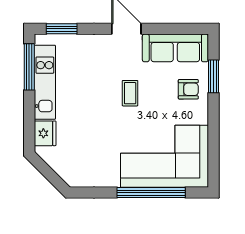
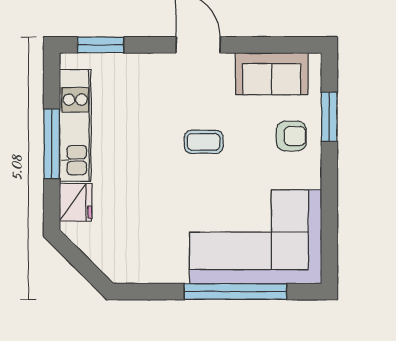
sofa: (175, 48) -> (272, 74), width x0.73
window: (29, 67) -> (52, 144), moved
coffee table: (130, 93) -> (204, 142), turned 90

